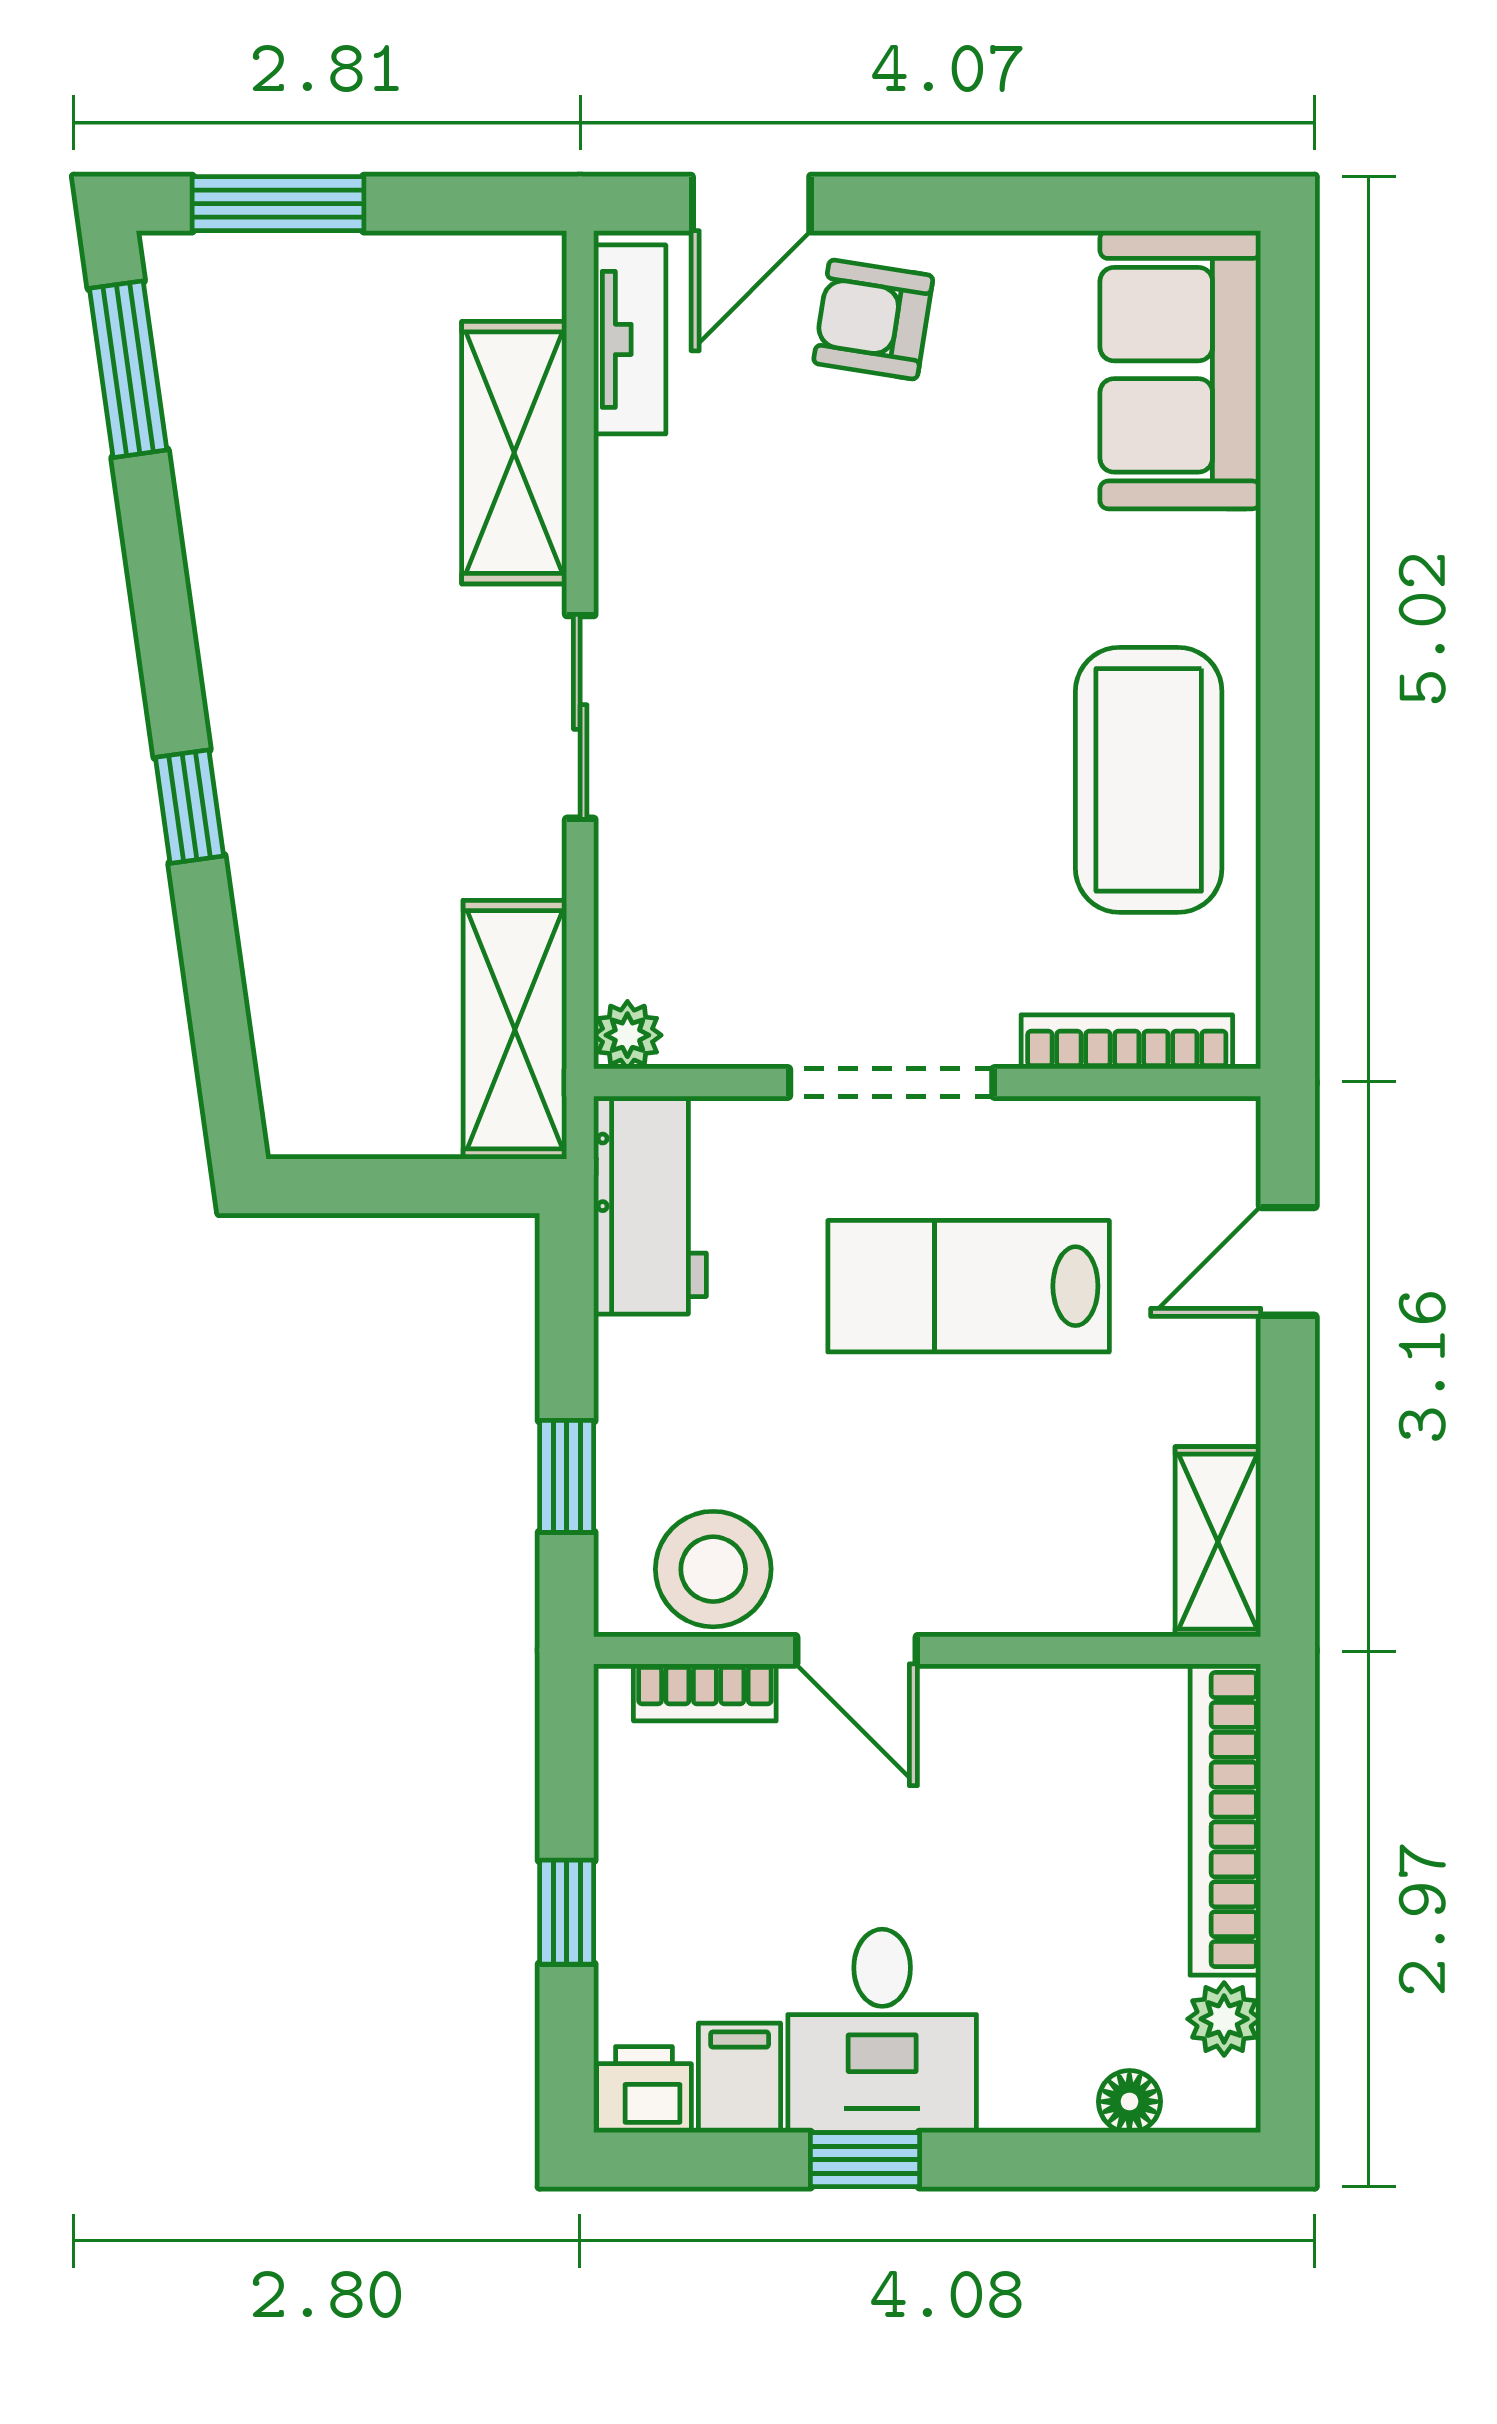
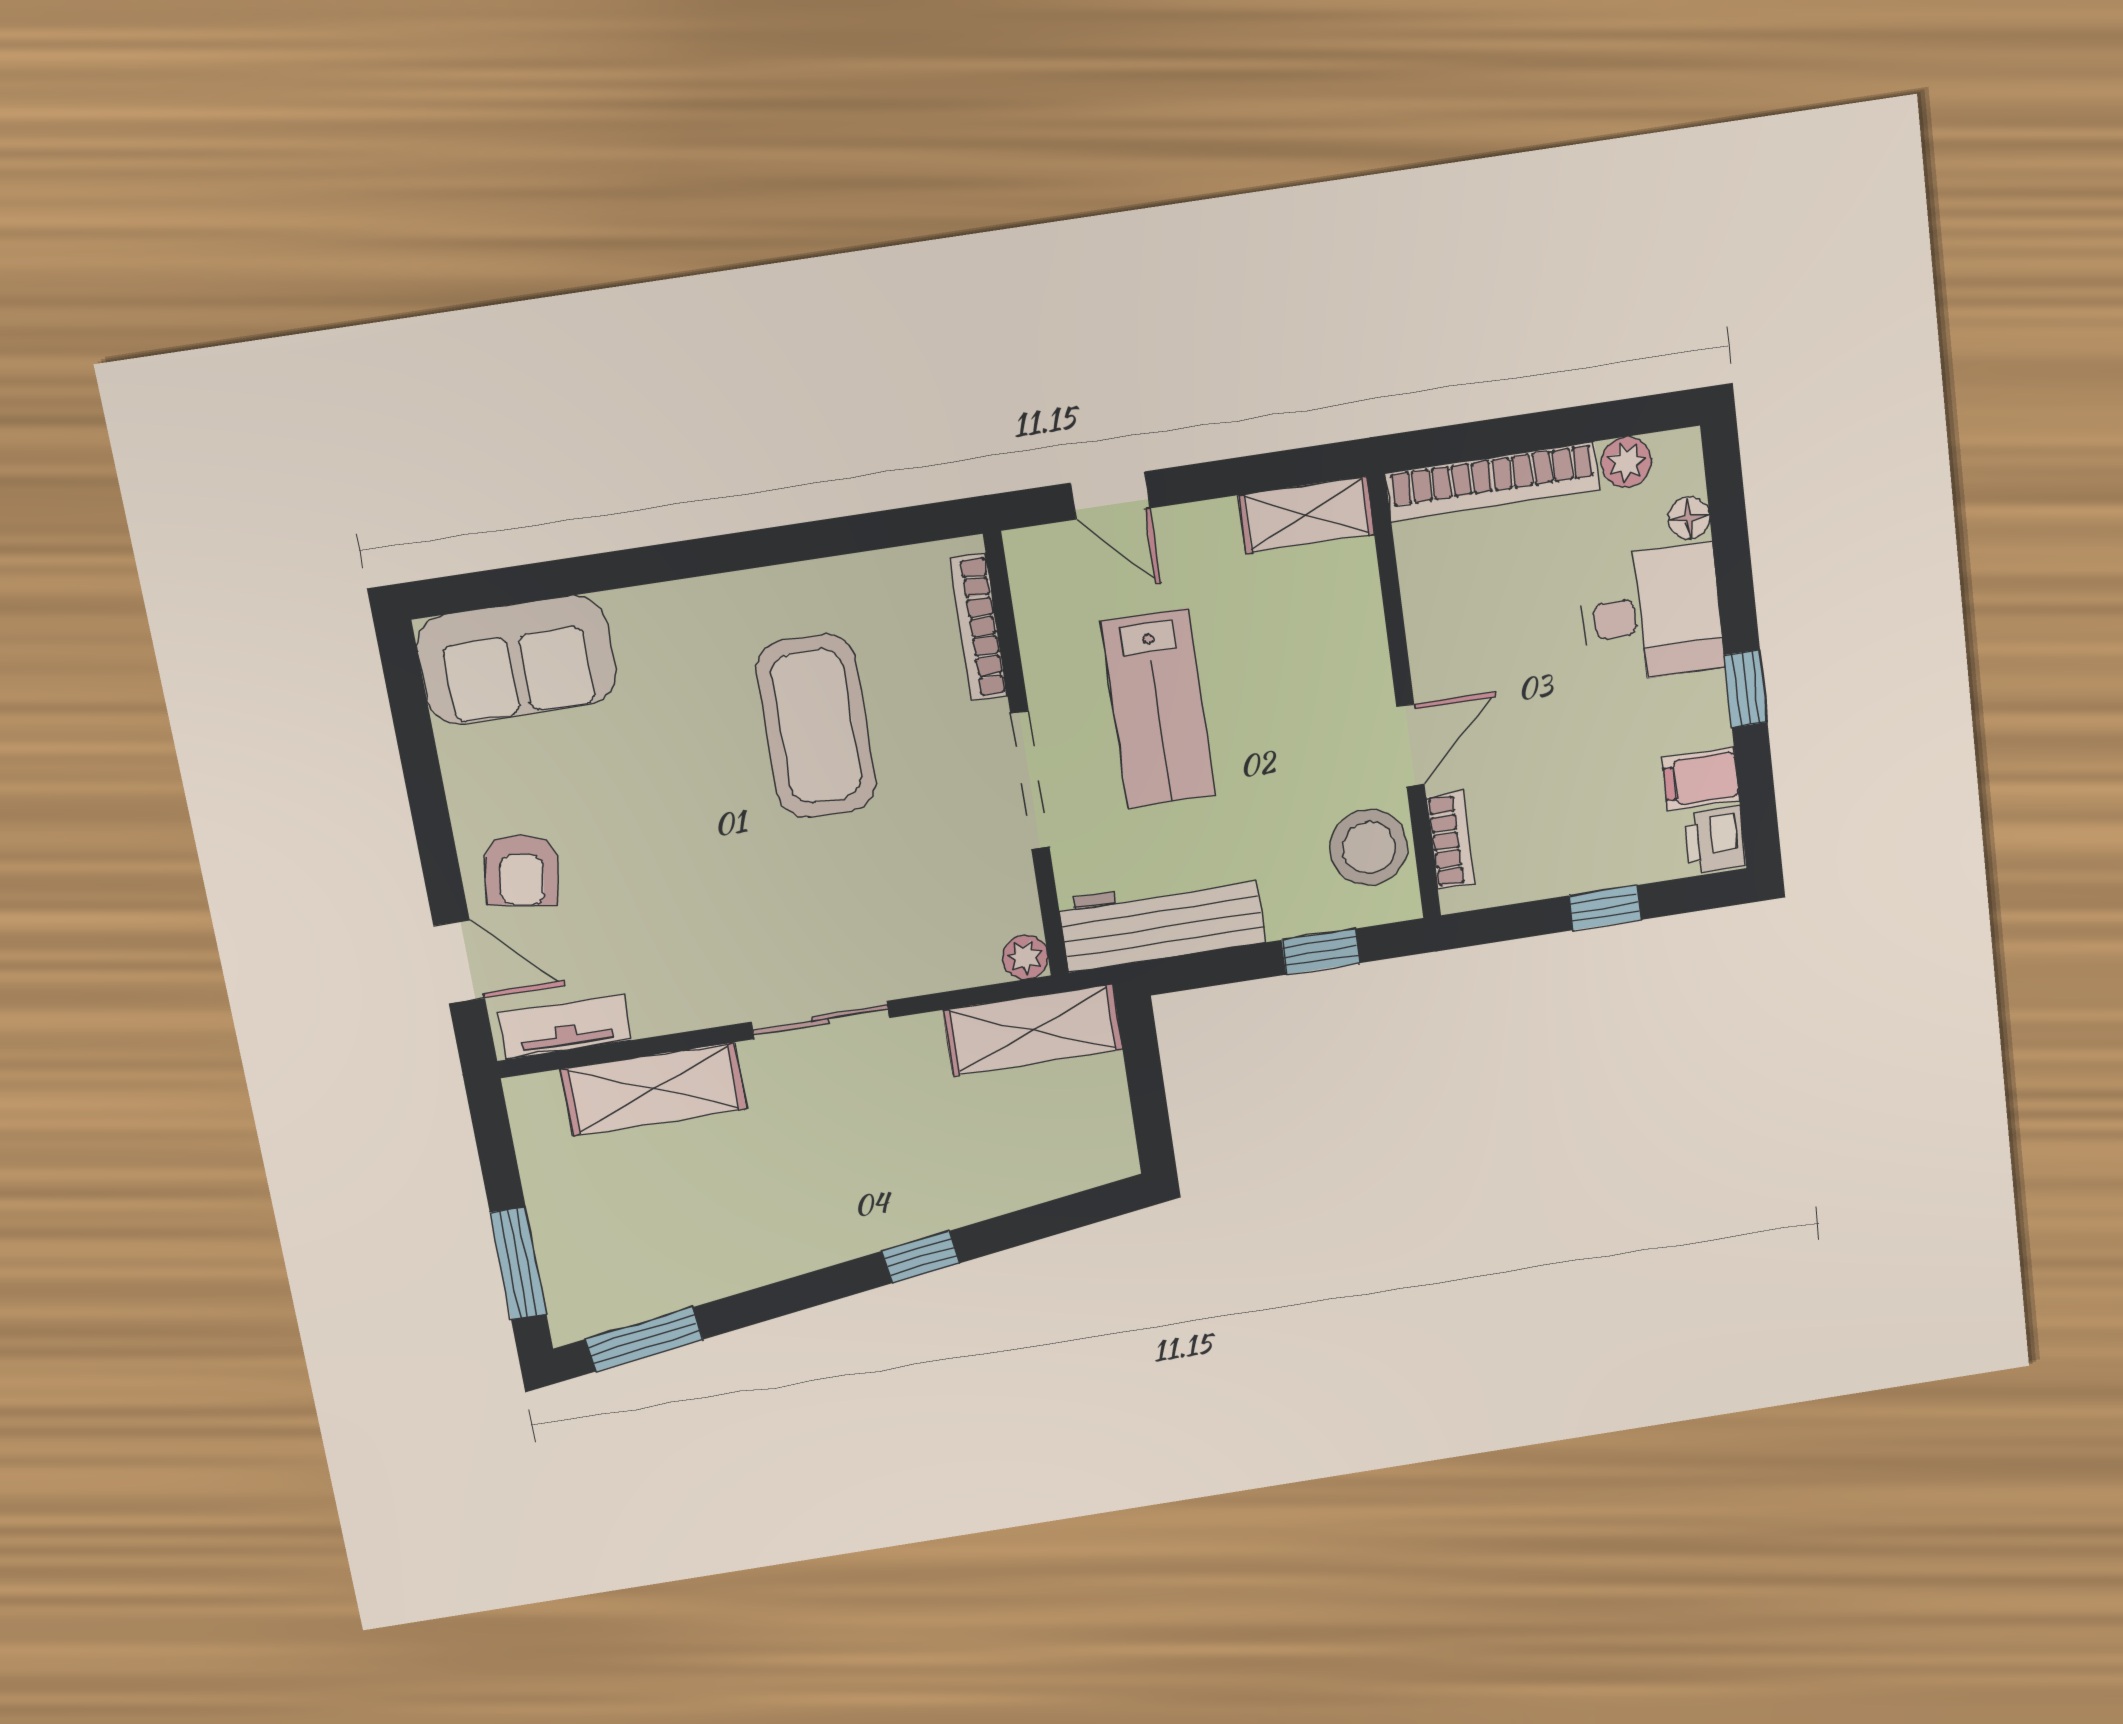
coffee table: (1149, 780) -> (816, 726), moved, turned 90
workbench: (650, 1205) -> (1162, 921), width x1.38
desk: (882, 2031) -> (1651, 614), moved

